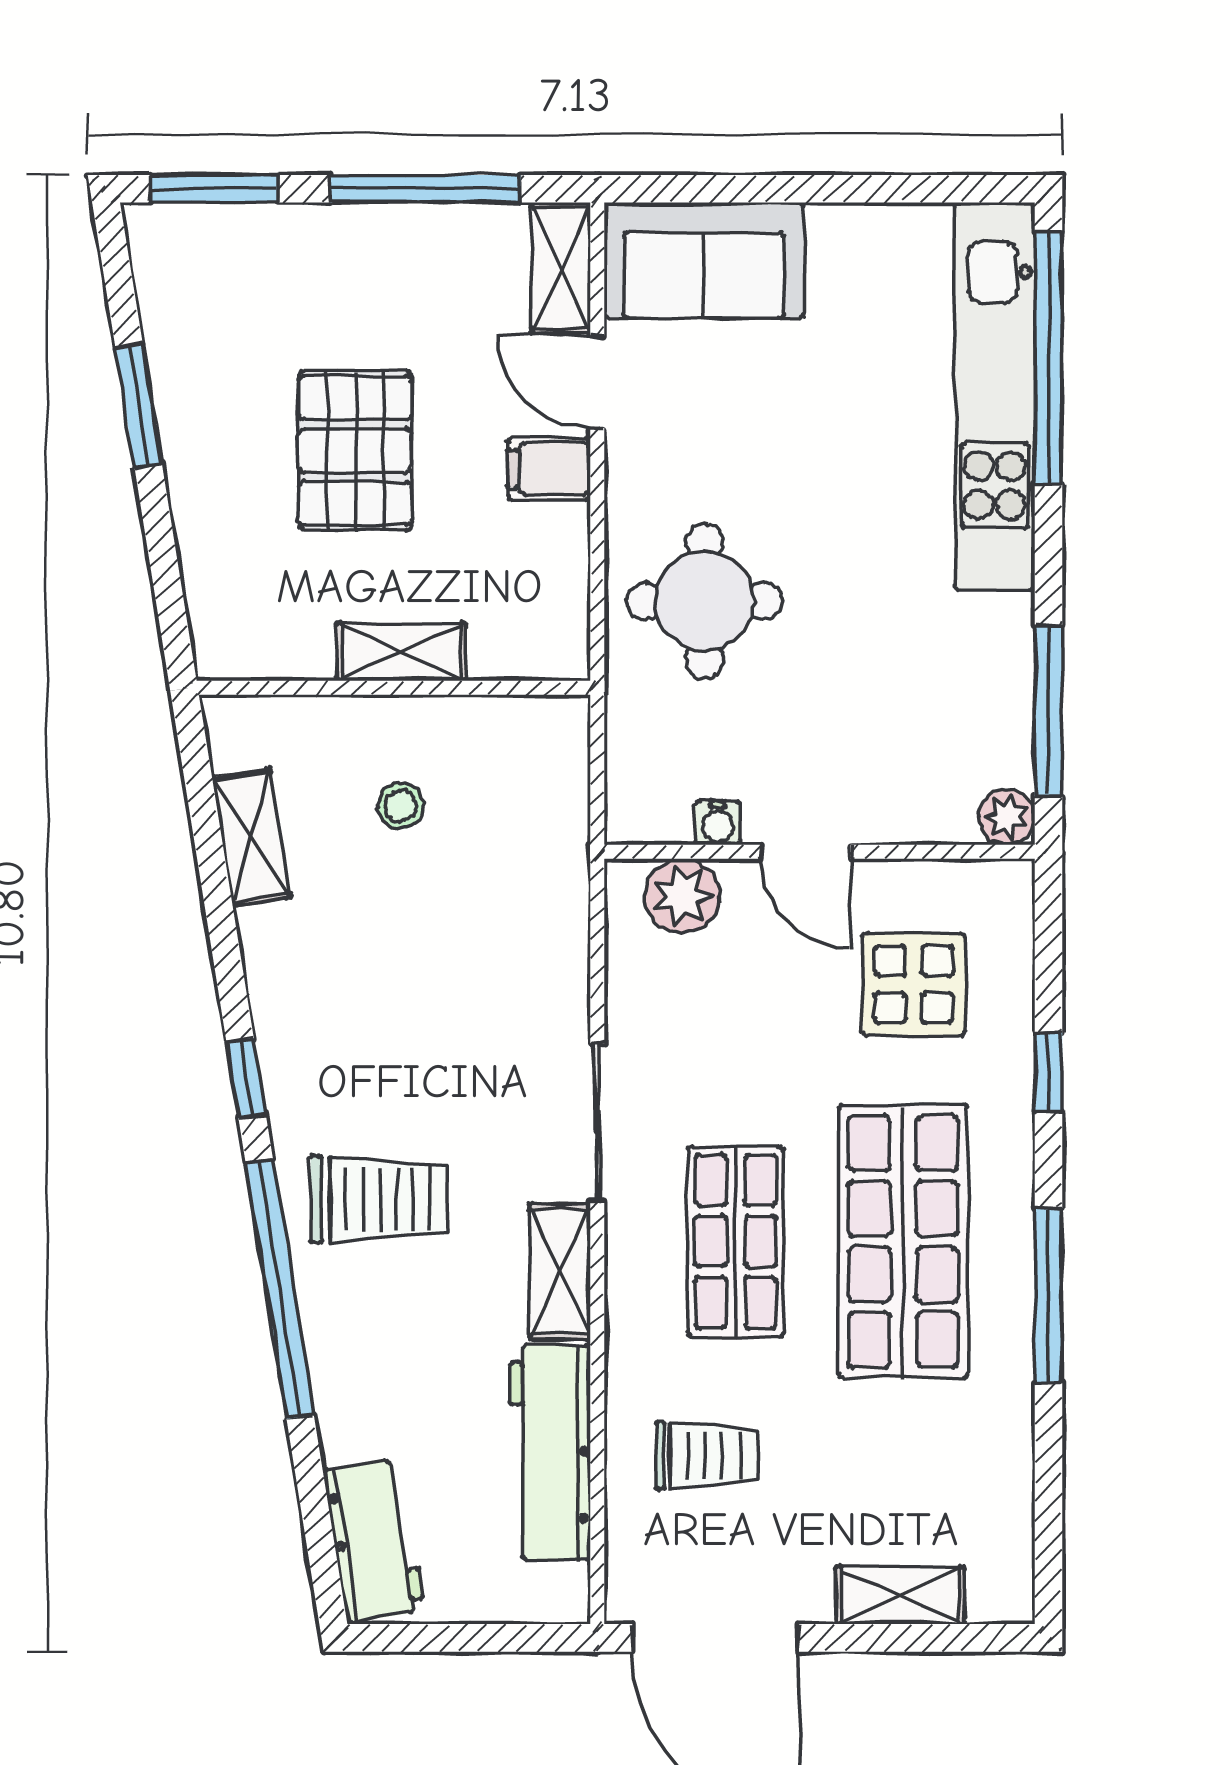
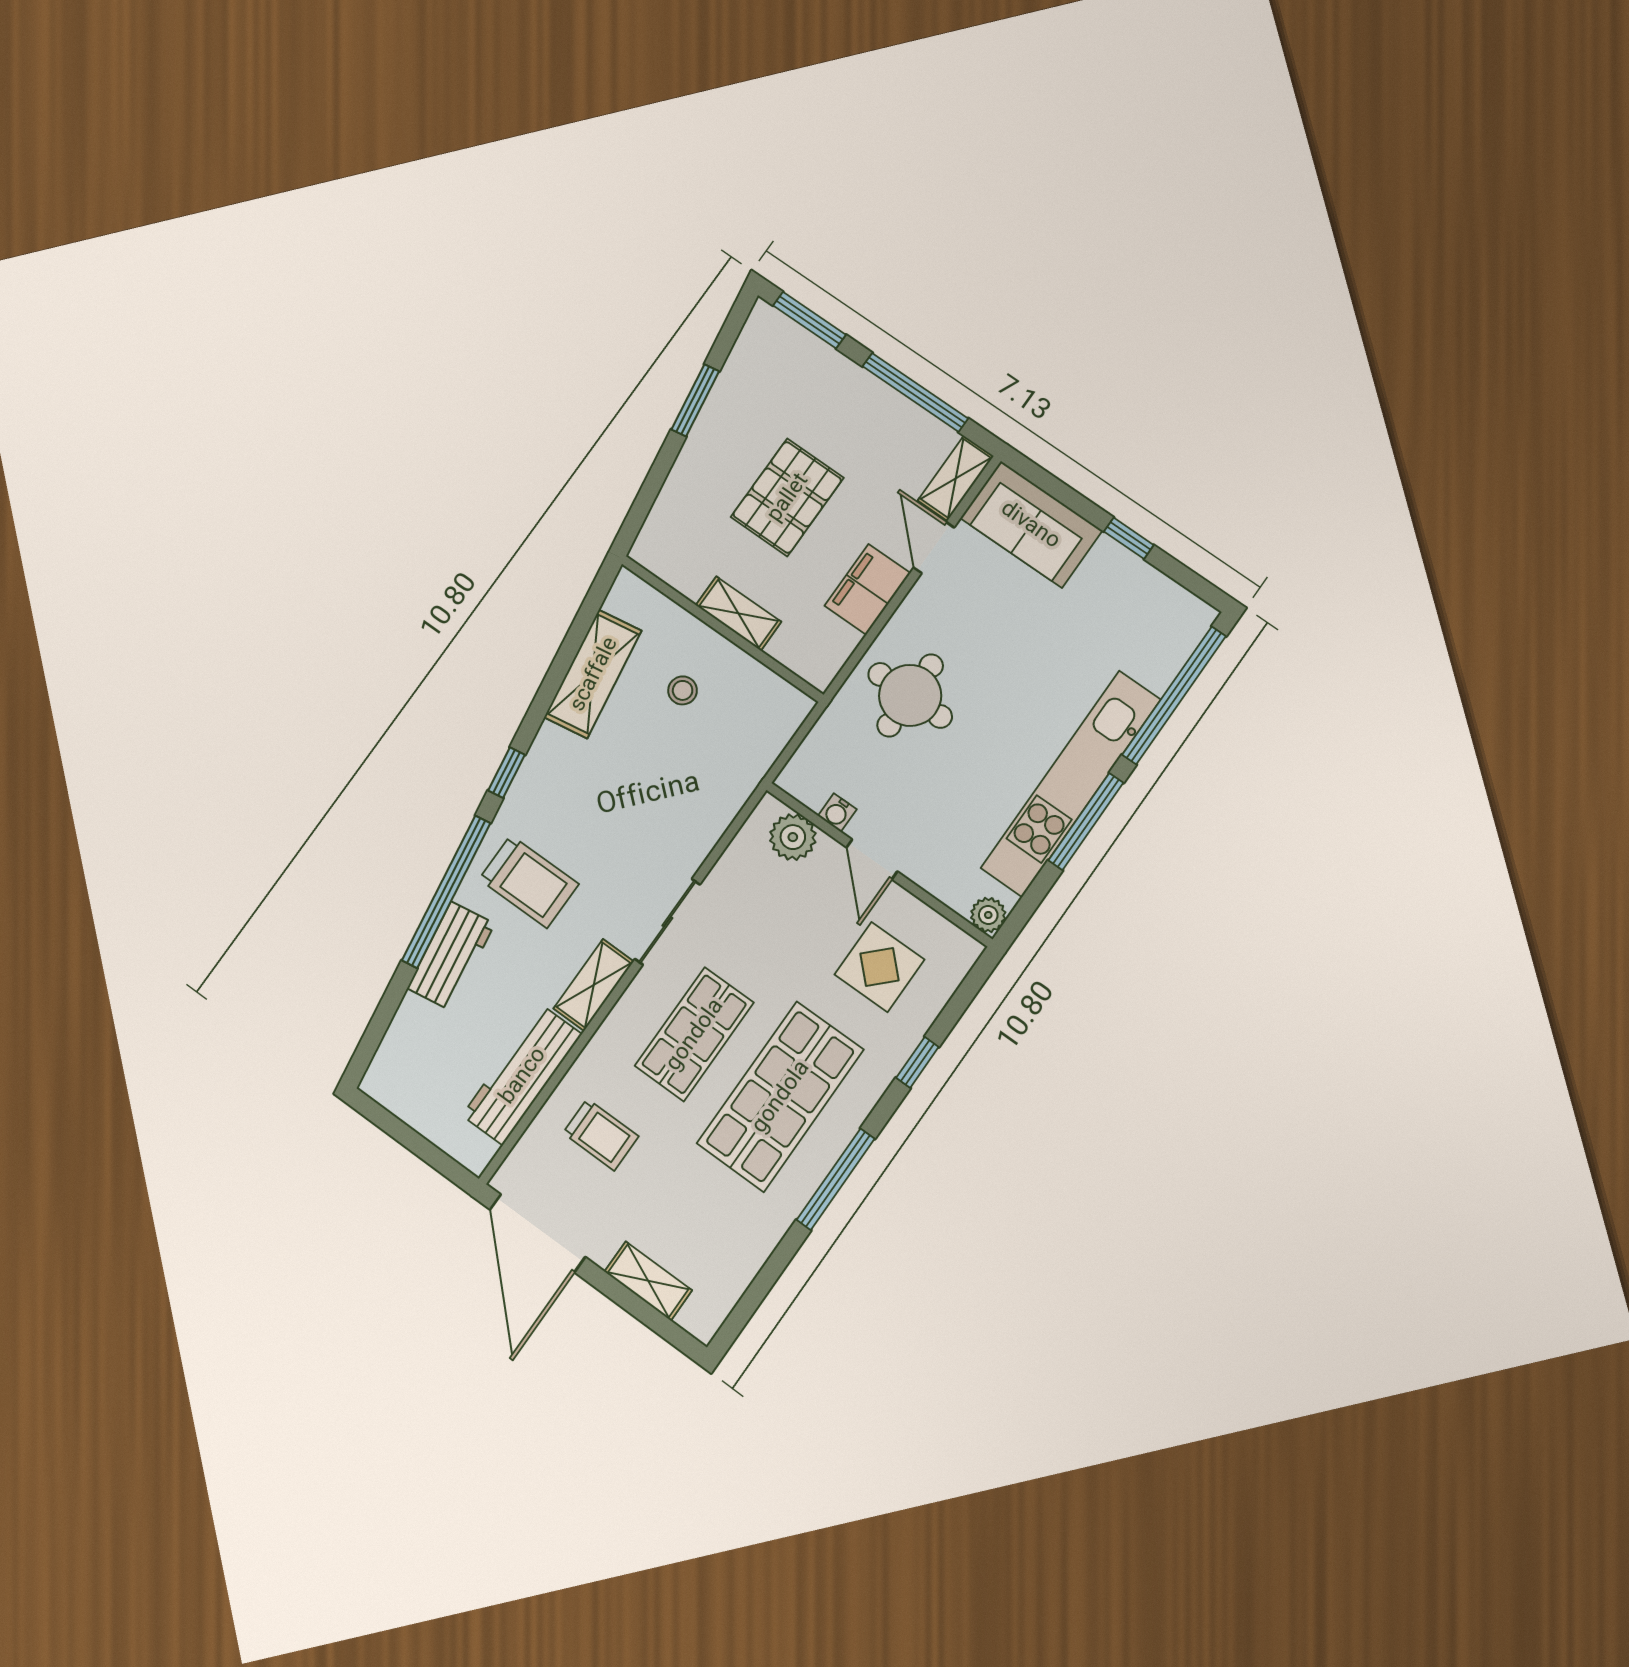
window: (845, 189) -> (1129, 538), added
kitchen unit: (995, 396) -> (1071, 783), moved
filing cabinet: (549, 469) -> (867, 589), width x2.00
window: (1048, 711) -> (1086, 821), moved
shelving: (251, 837) -> (593, 674), width x1.50, depth x1.33
workbench: (374, 1540) -> (451, 956), moved

